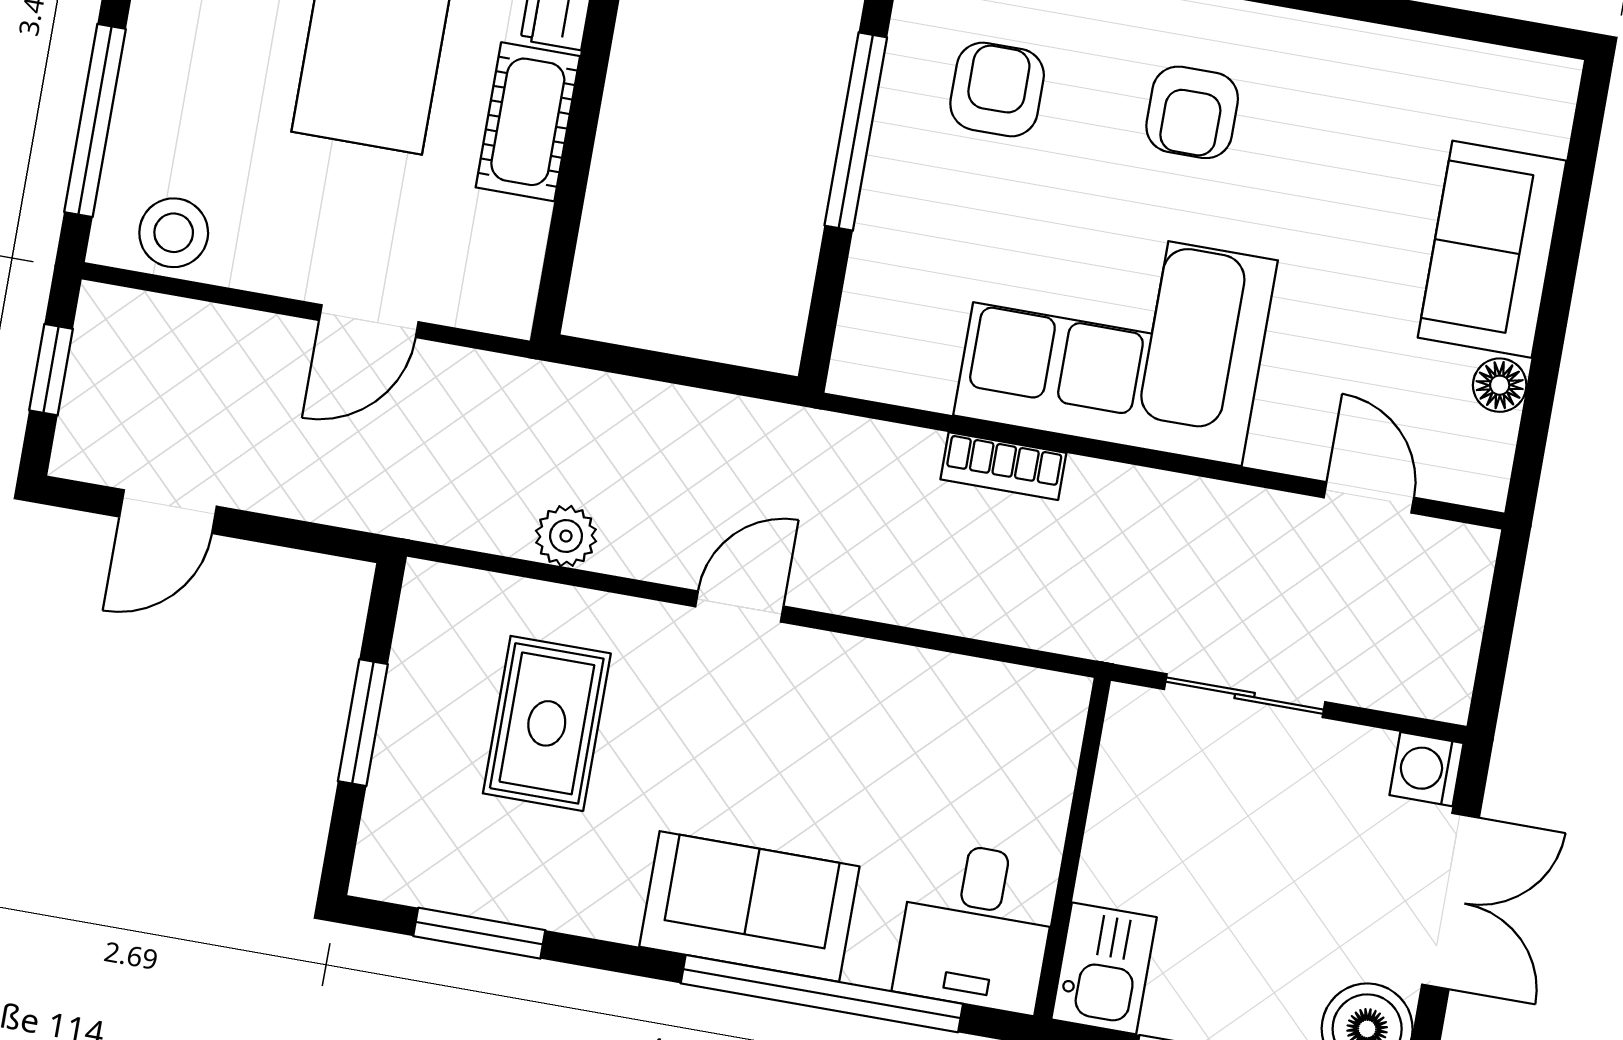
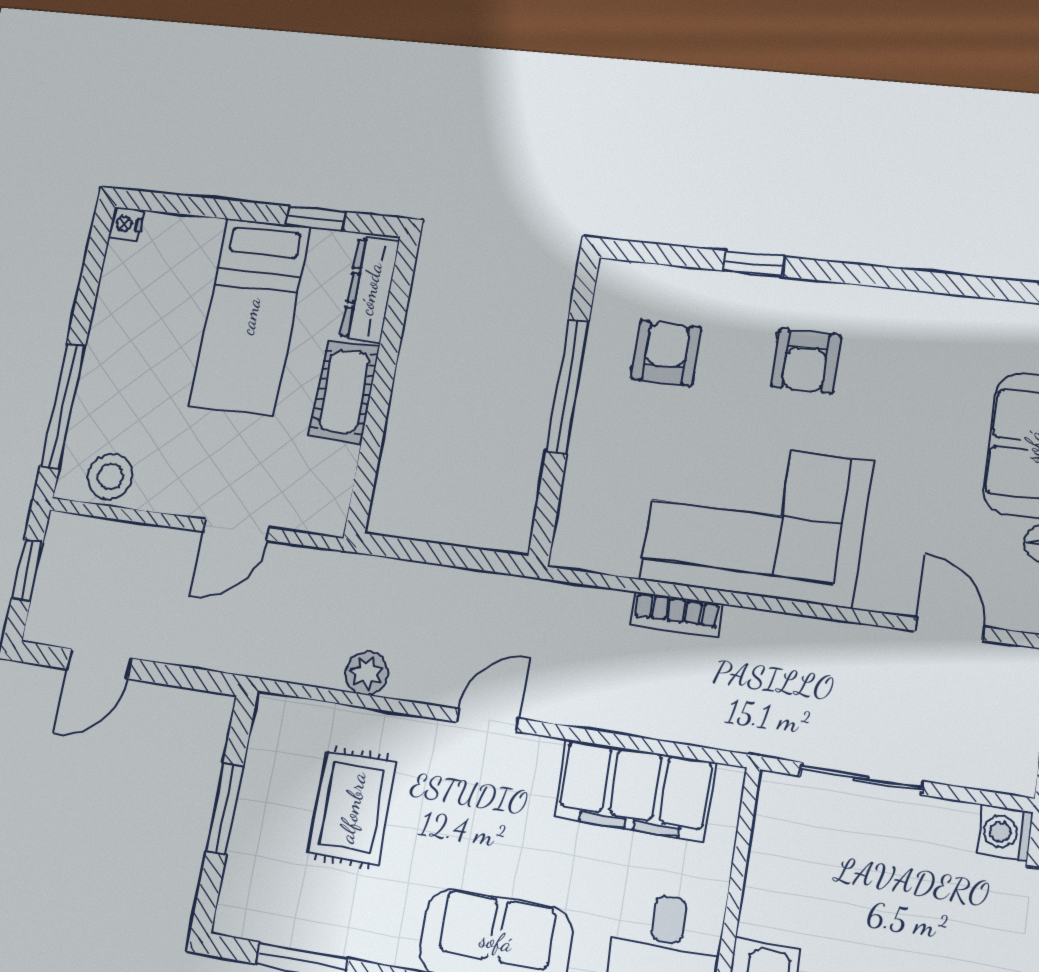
filing cabinet: (941, 705) -> (635, 790), added

